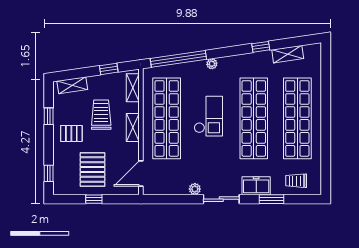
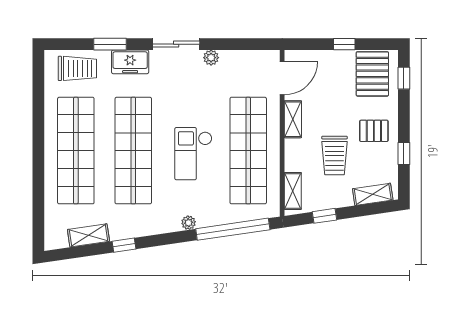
shelving: (133, 127) -> (293, 119), moved
pallet: (93, 170) -> (372, 74), moved
trolley: (296, 181) -> (77, 68), width x1.36, depth x1.39

